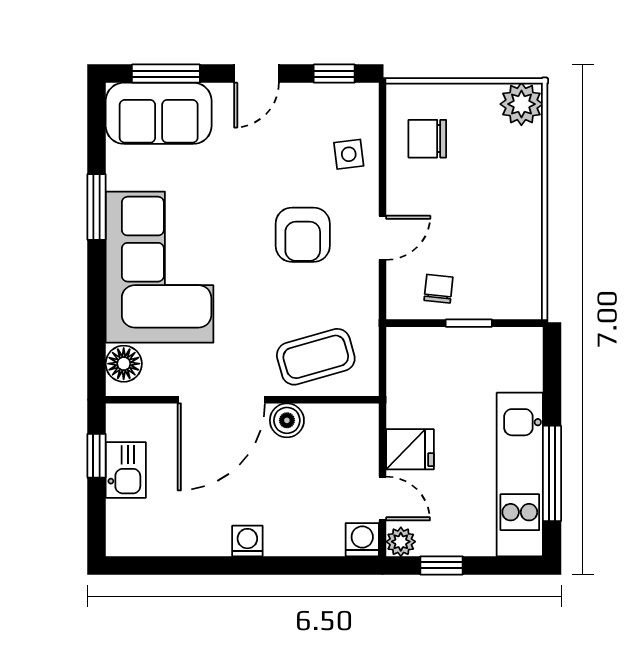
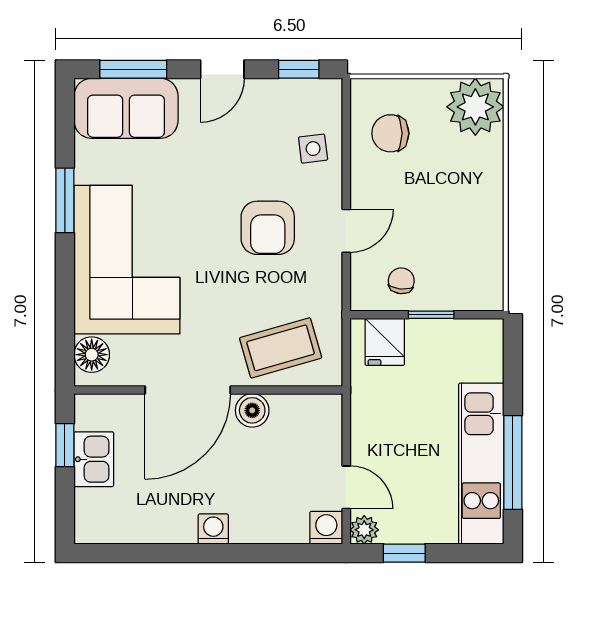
plant: (521, 104) -> (475, 107), width x1.36, depth x1.36
fridge: (410, 449) -> (385, 342), moved, turned 90

